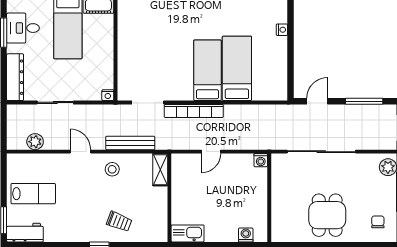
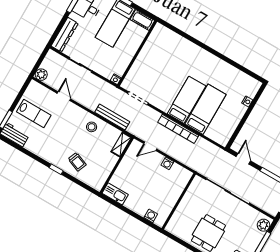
door: (317, 101) -> (243, 159), hinge flipped
bookcase: (194, 111) -> (178, 129), moved
plant: (35, 142) -> (41, 75), moved
door: (80, 152) -> (64, 96), moved
door: (211, 152) -> (150, 146), moved
washing machine: (261, 160) -> (167, 163), moved

